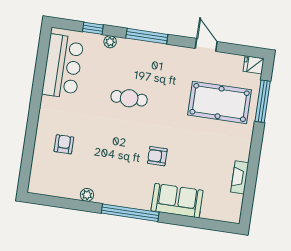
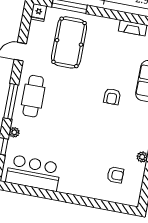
cafe table: (129, 98) -> (33, 96), moved, width x1.37, depth x1.35
armchair: (64, 144) -> (115, 175), moved, turned 180

